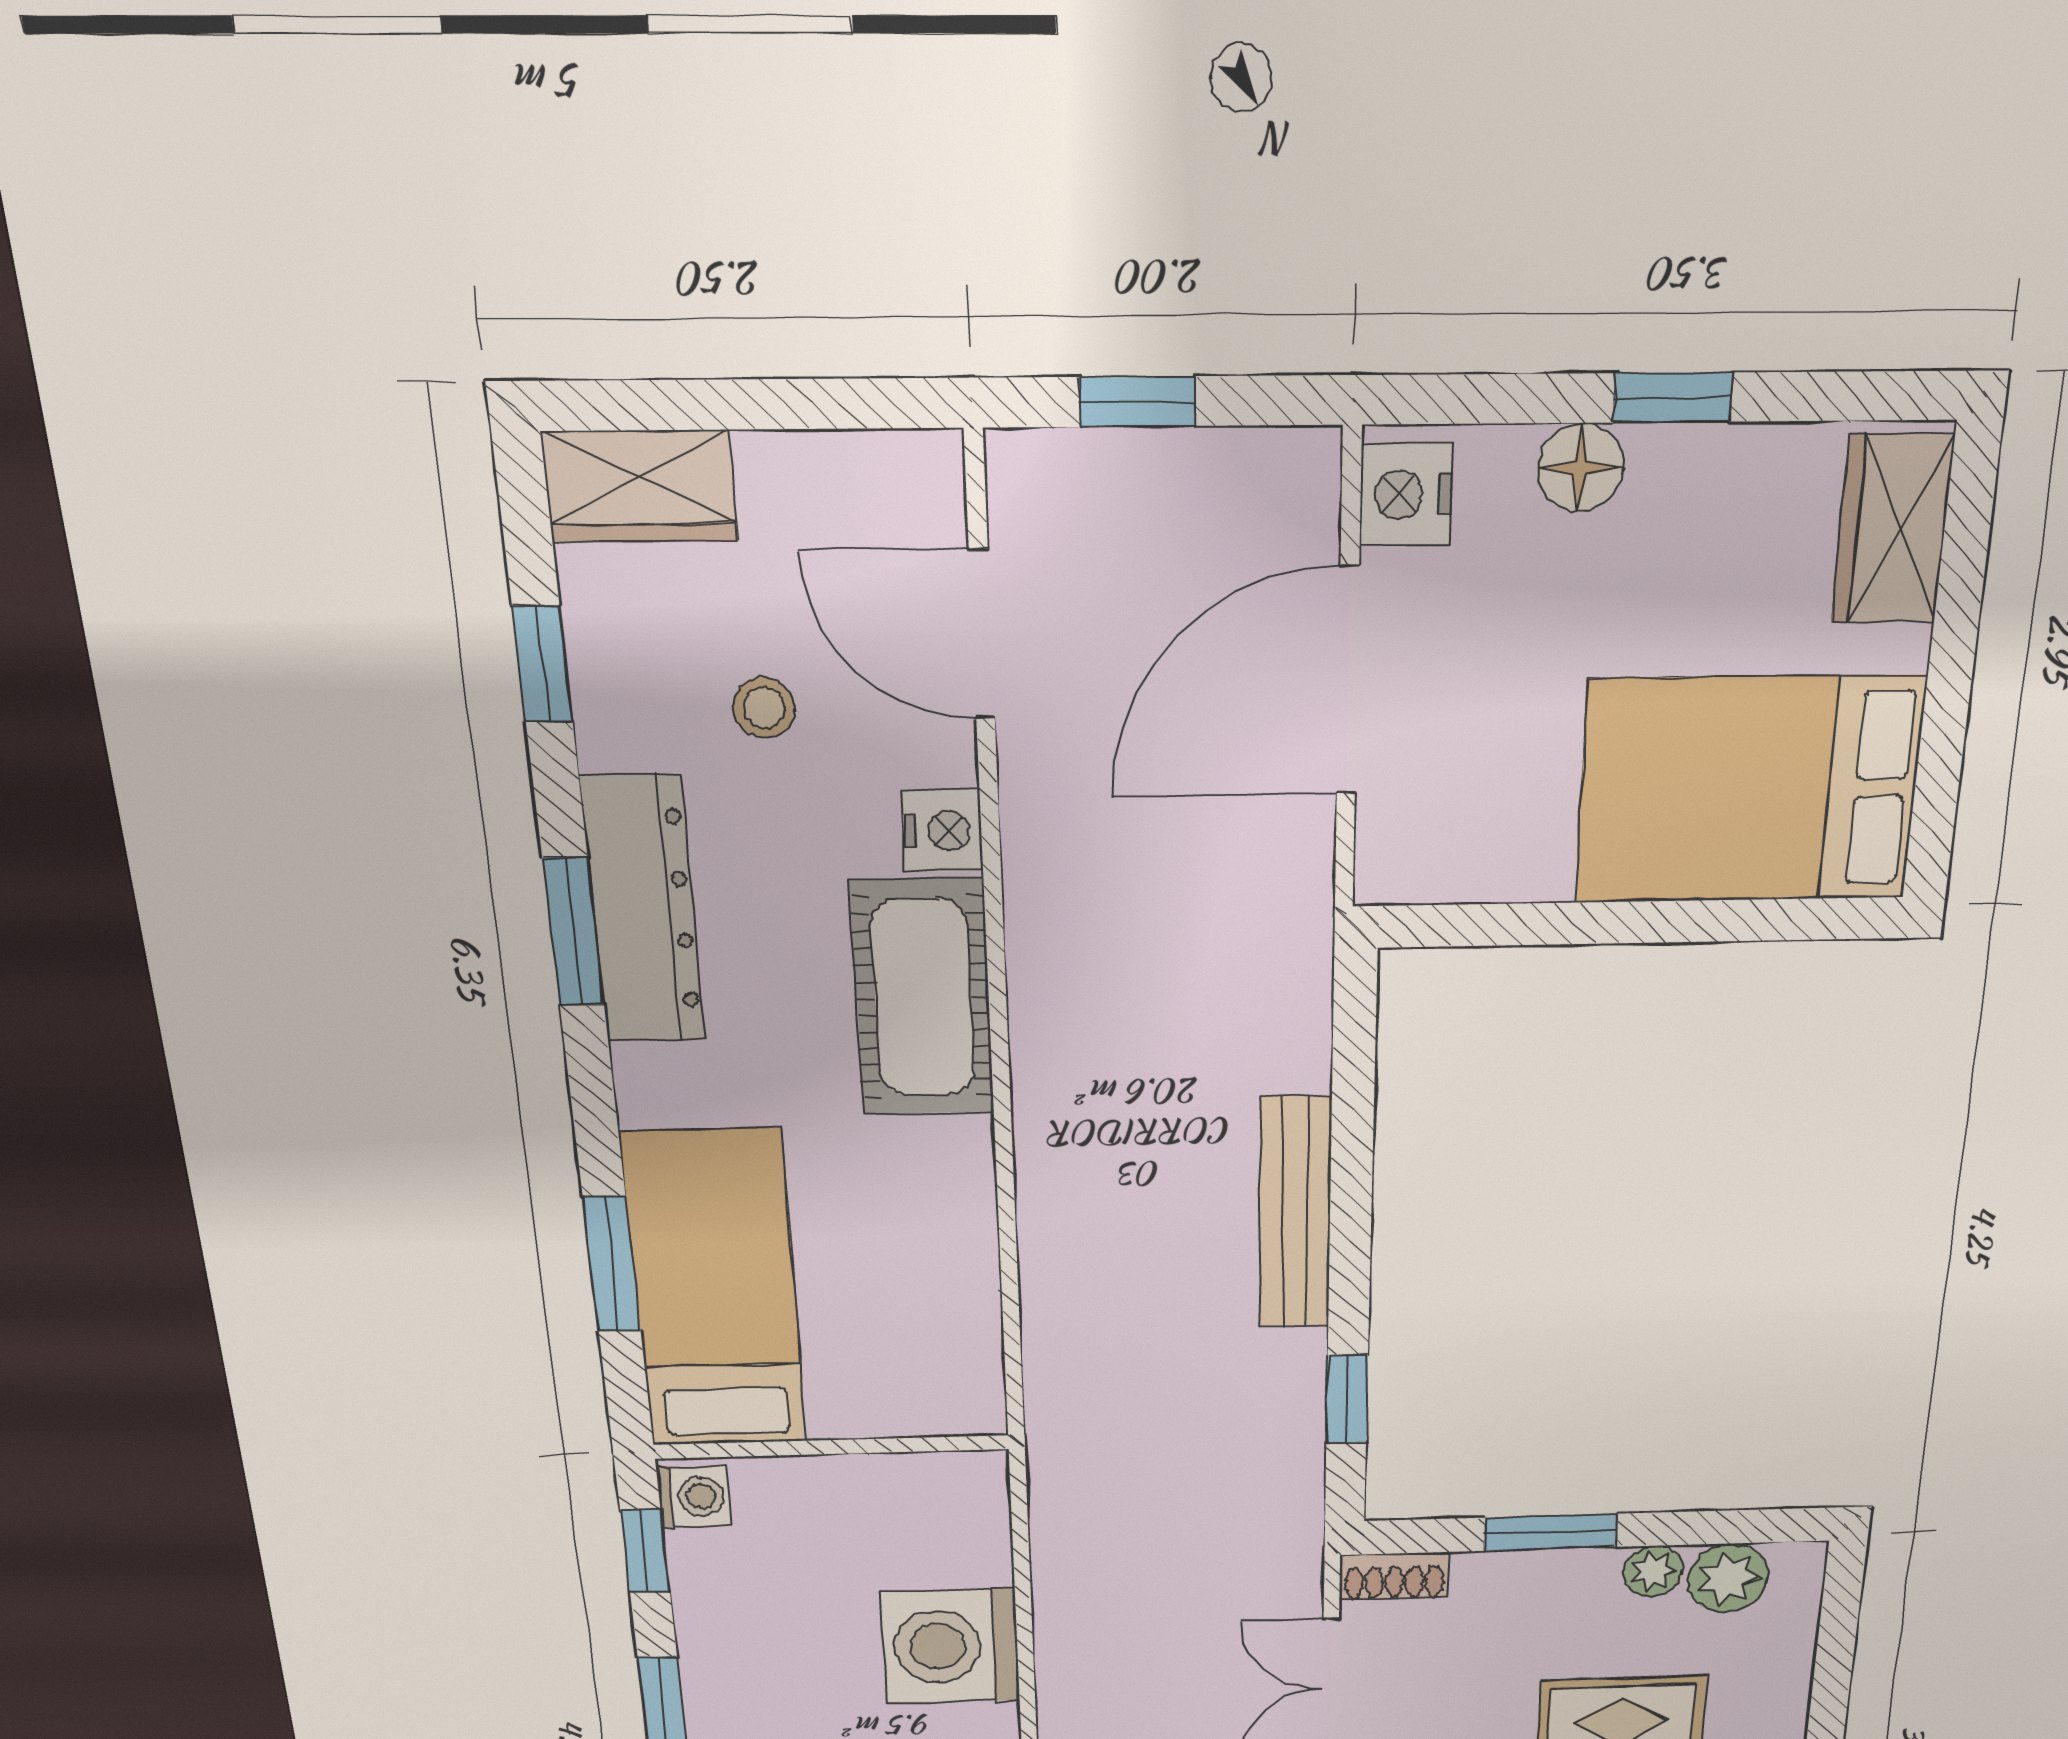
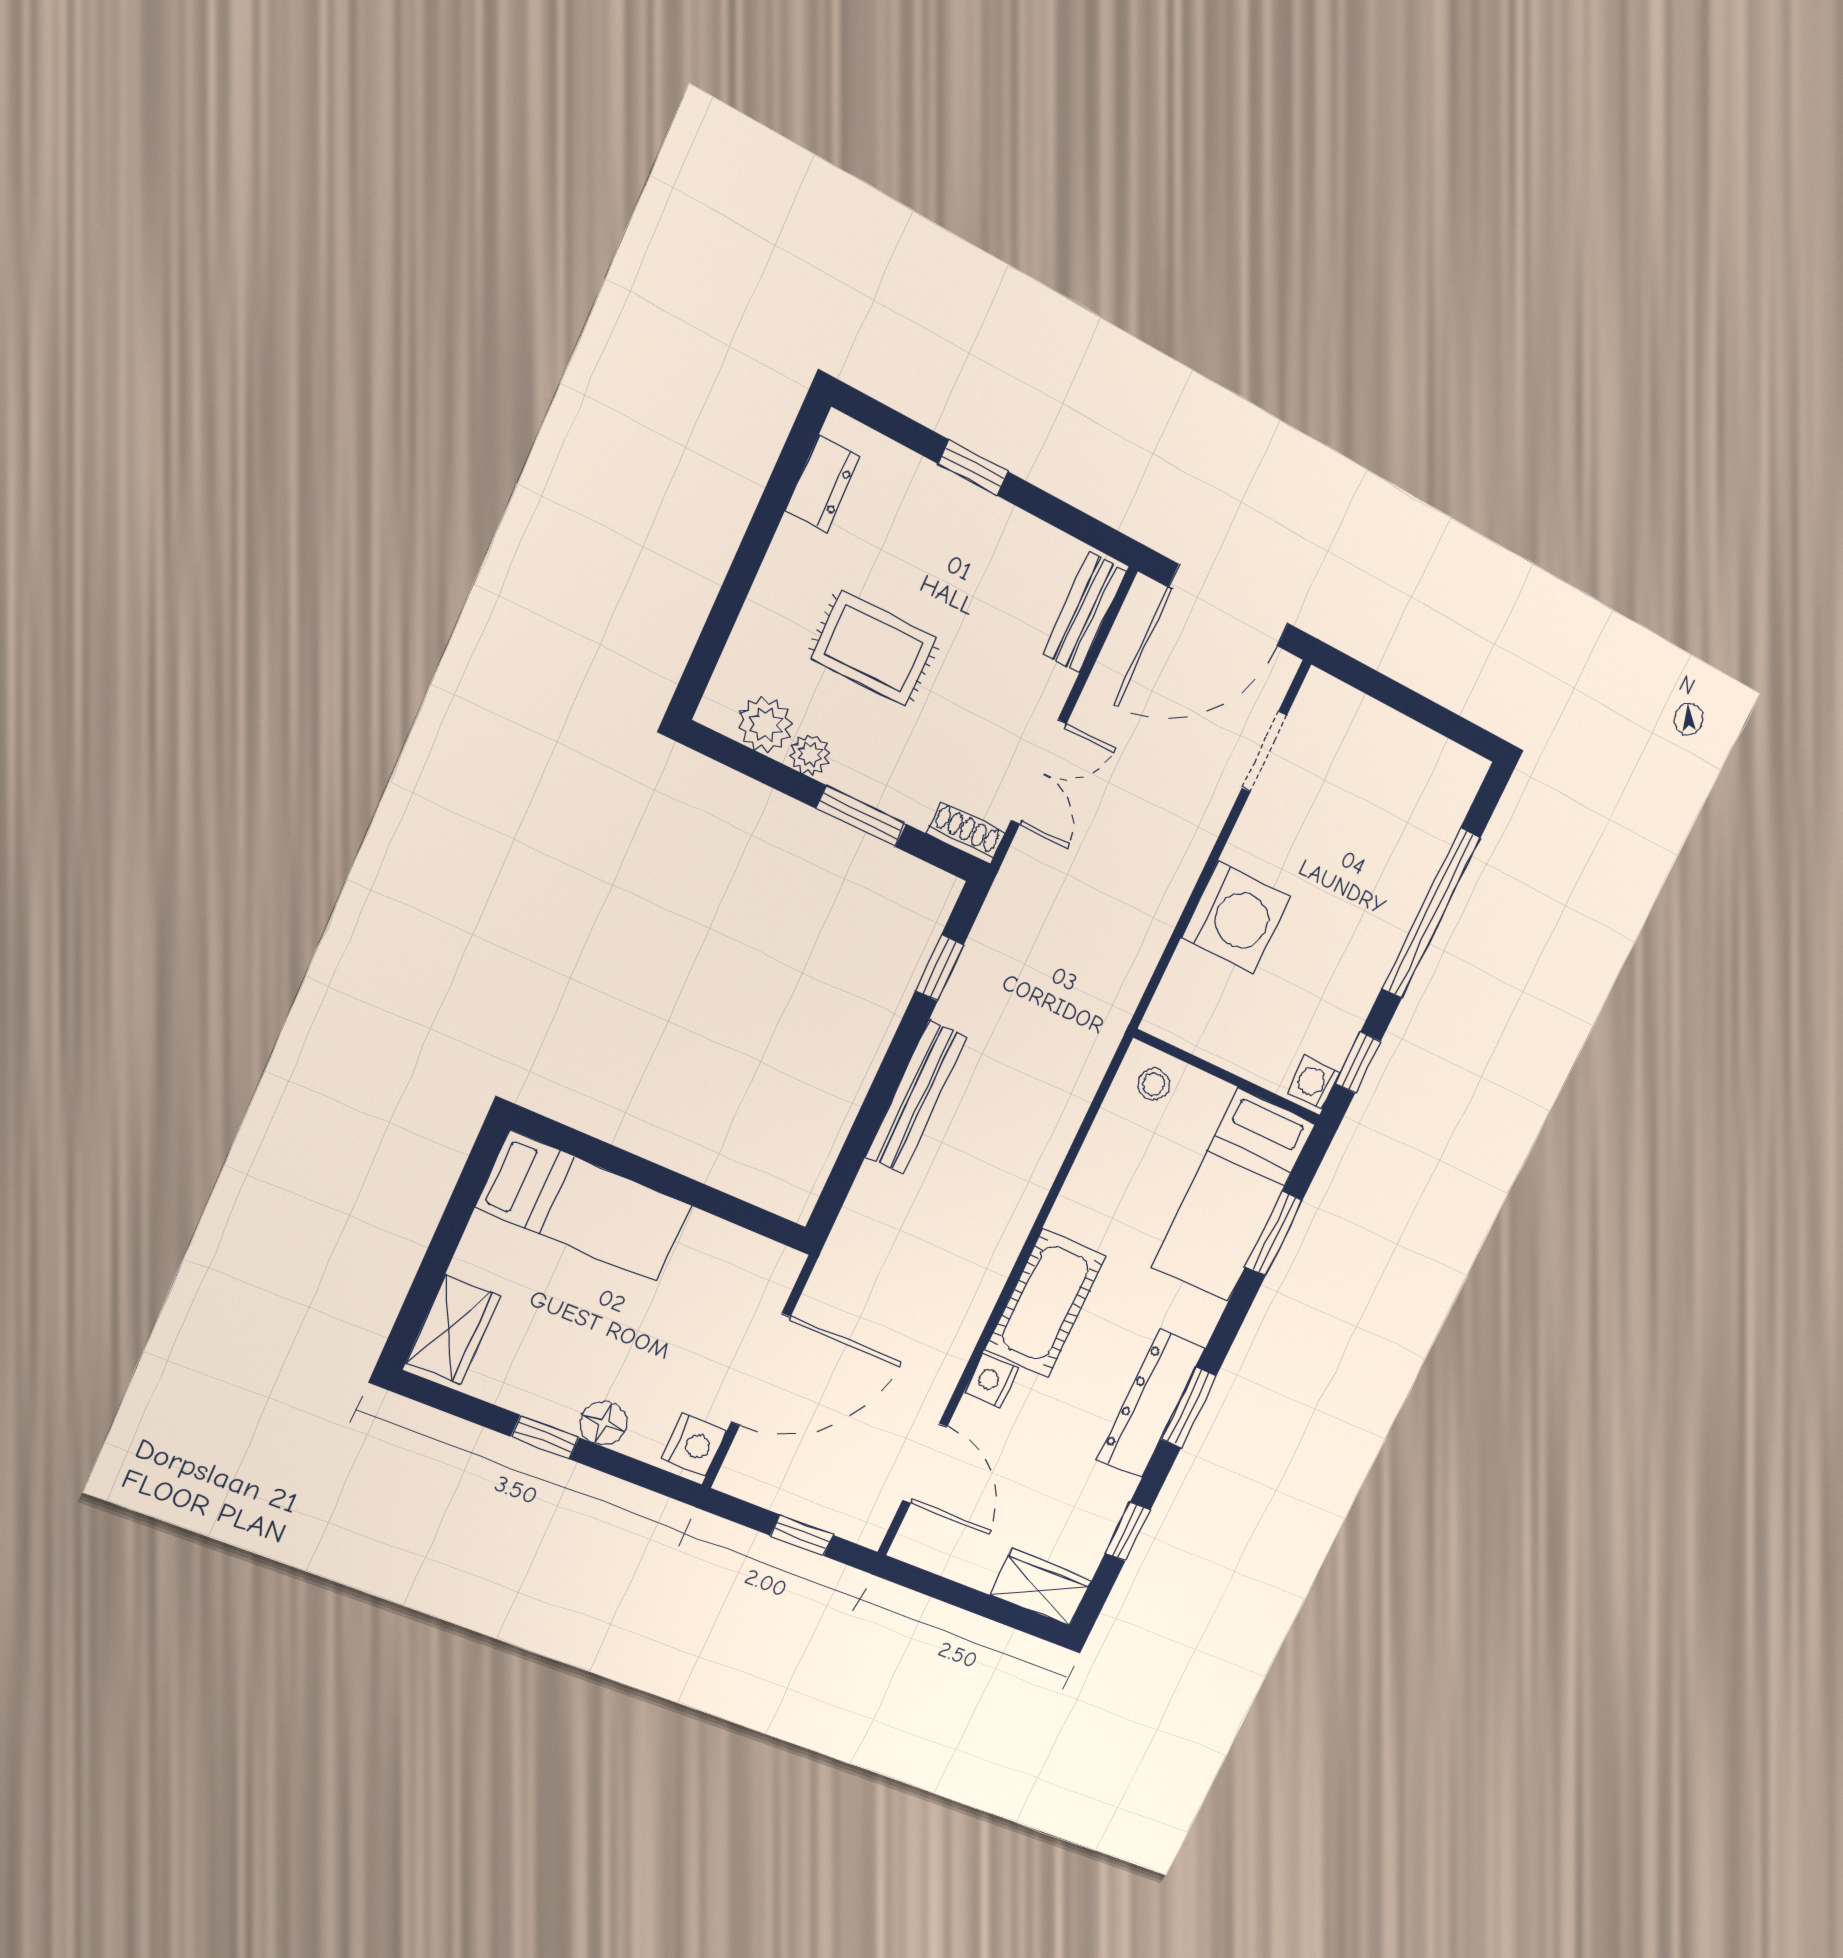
stool: (764, 708) -> (1154, 1084), moved
bed: (1749, 790) -> (584, 1207), width x0.67

